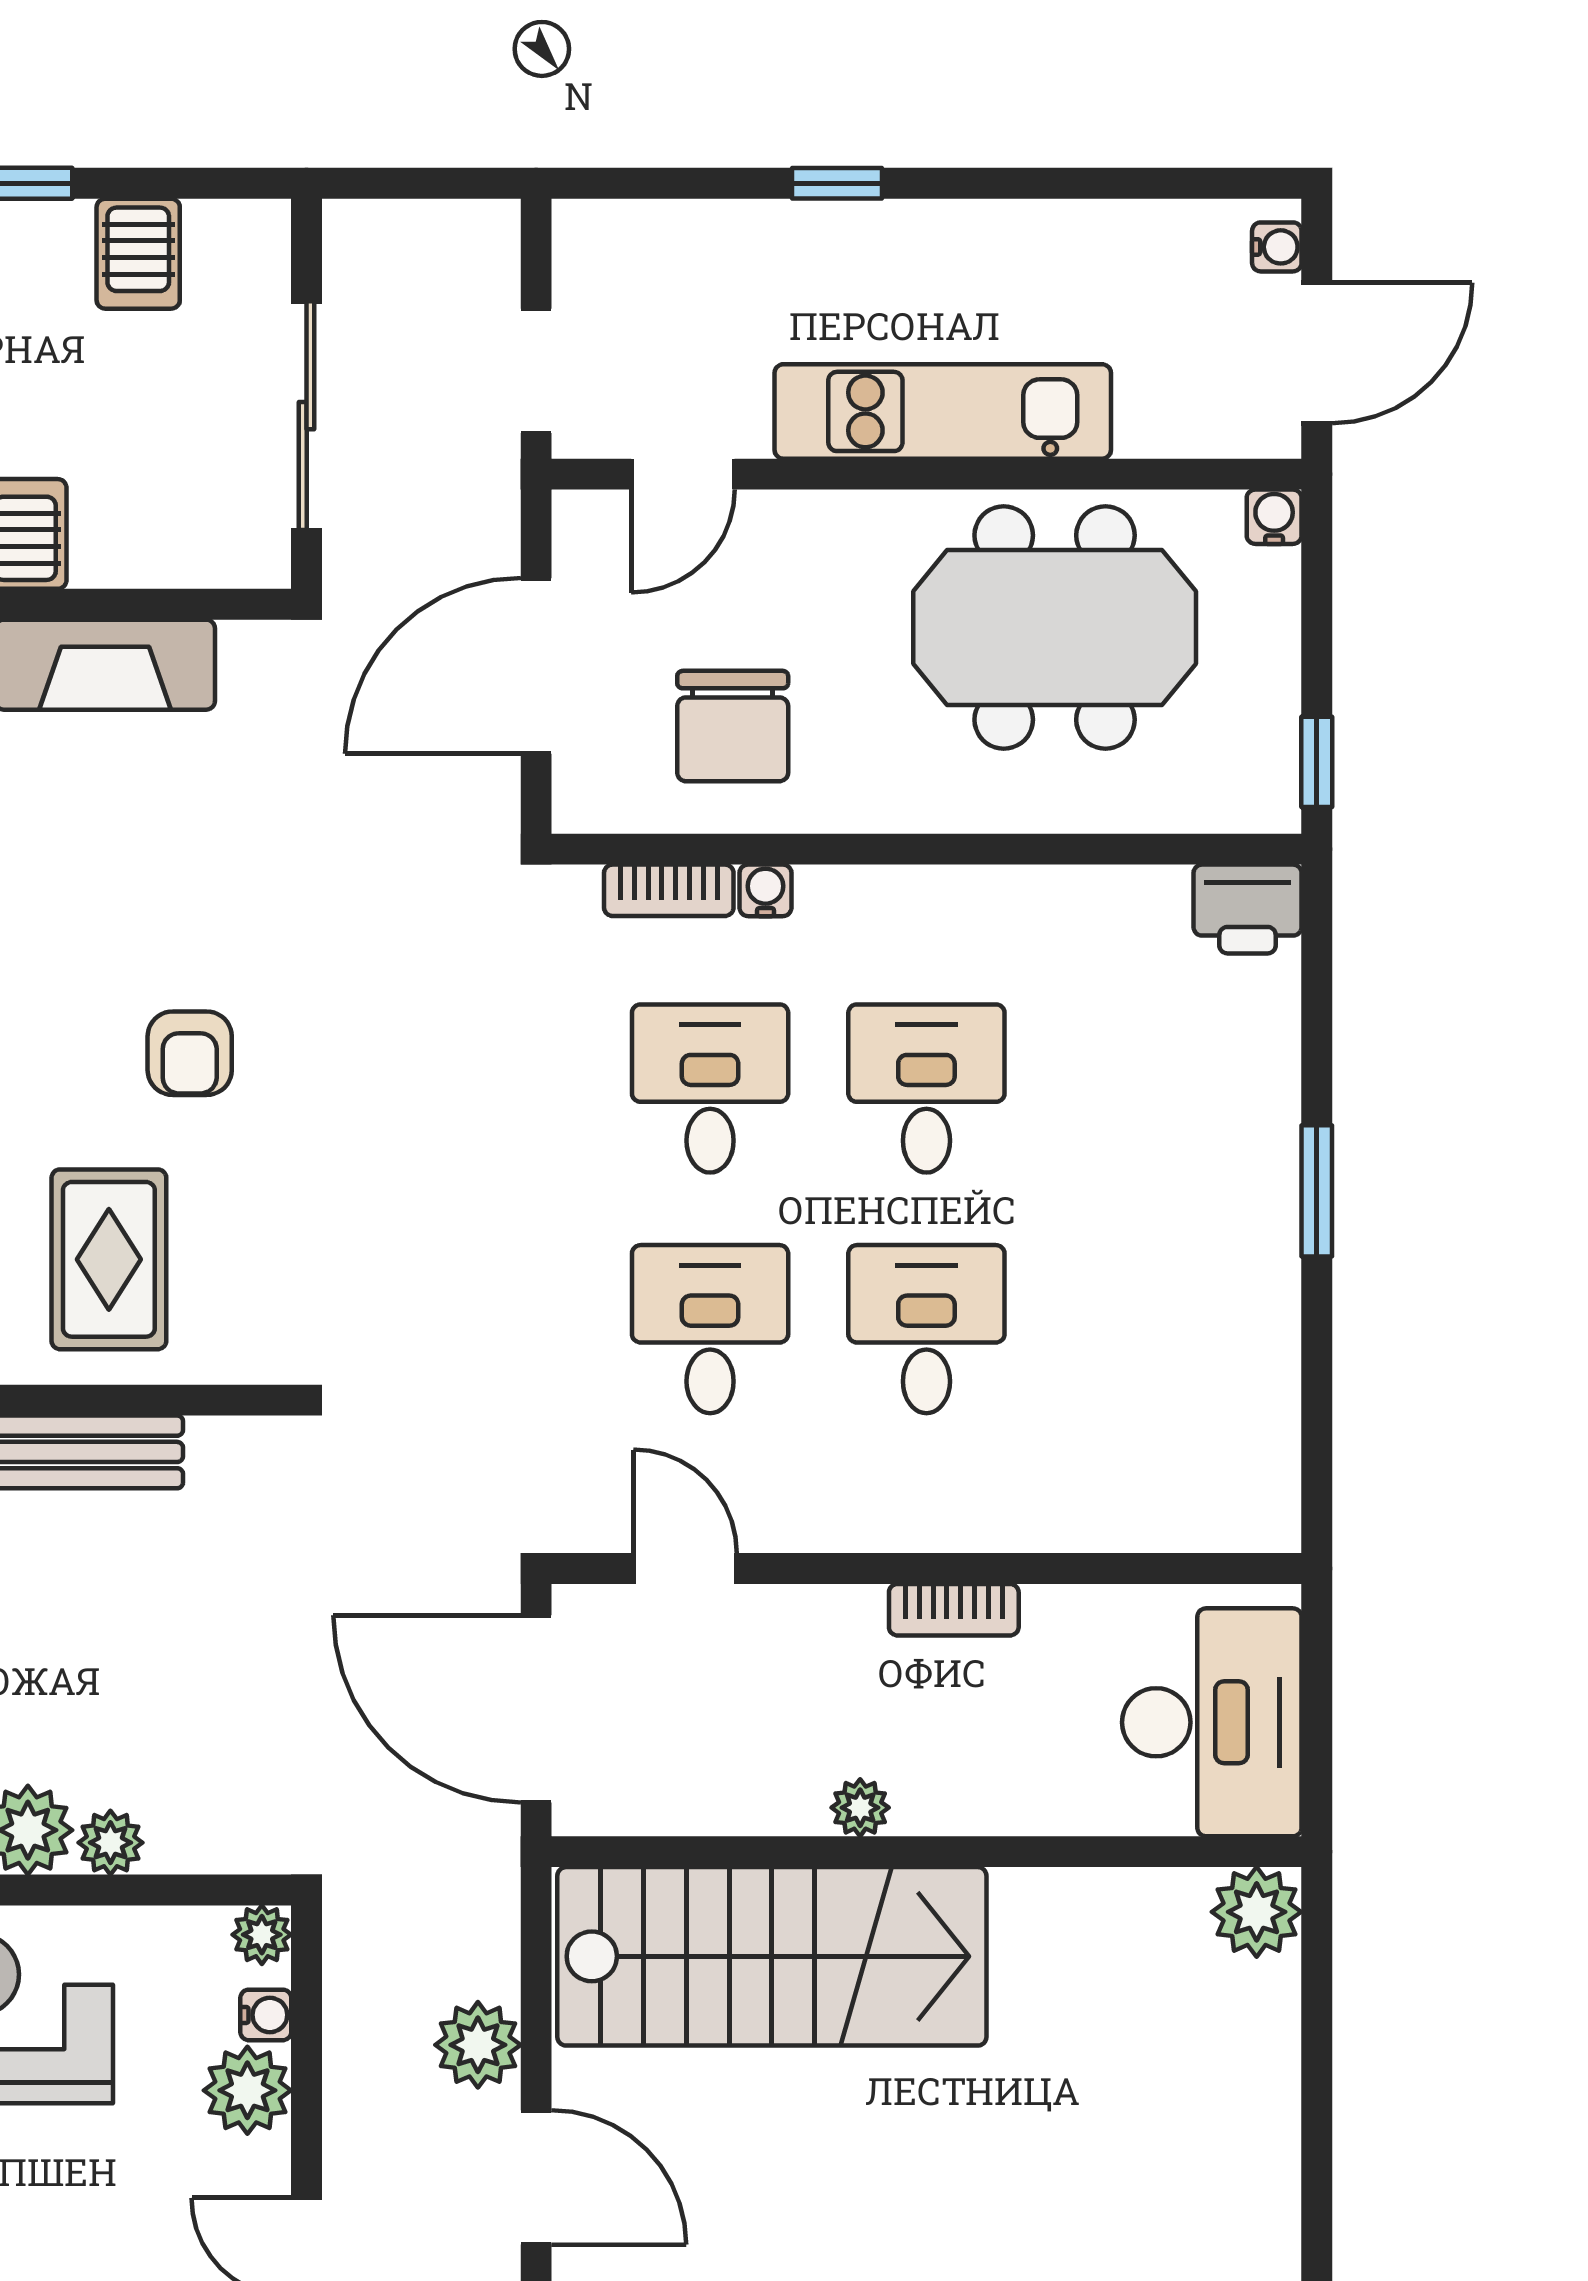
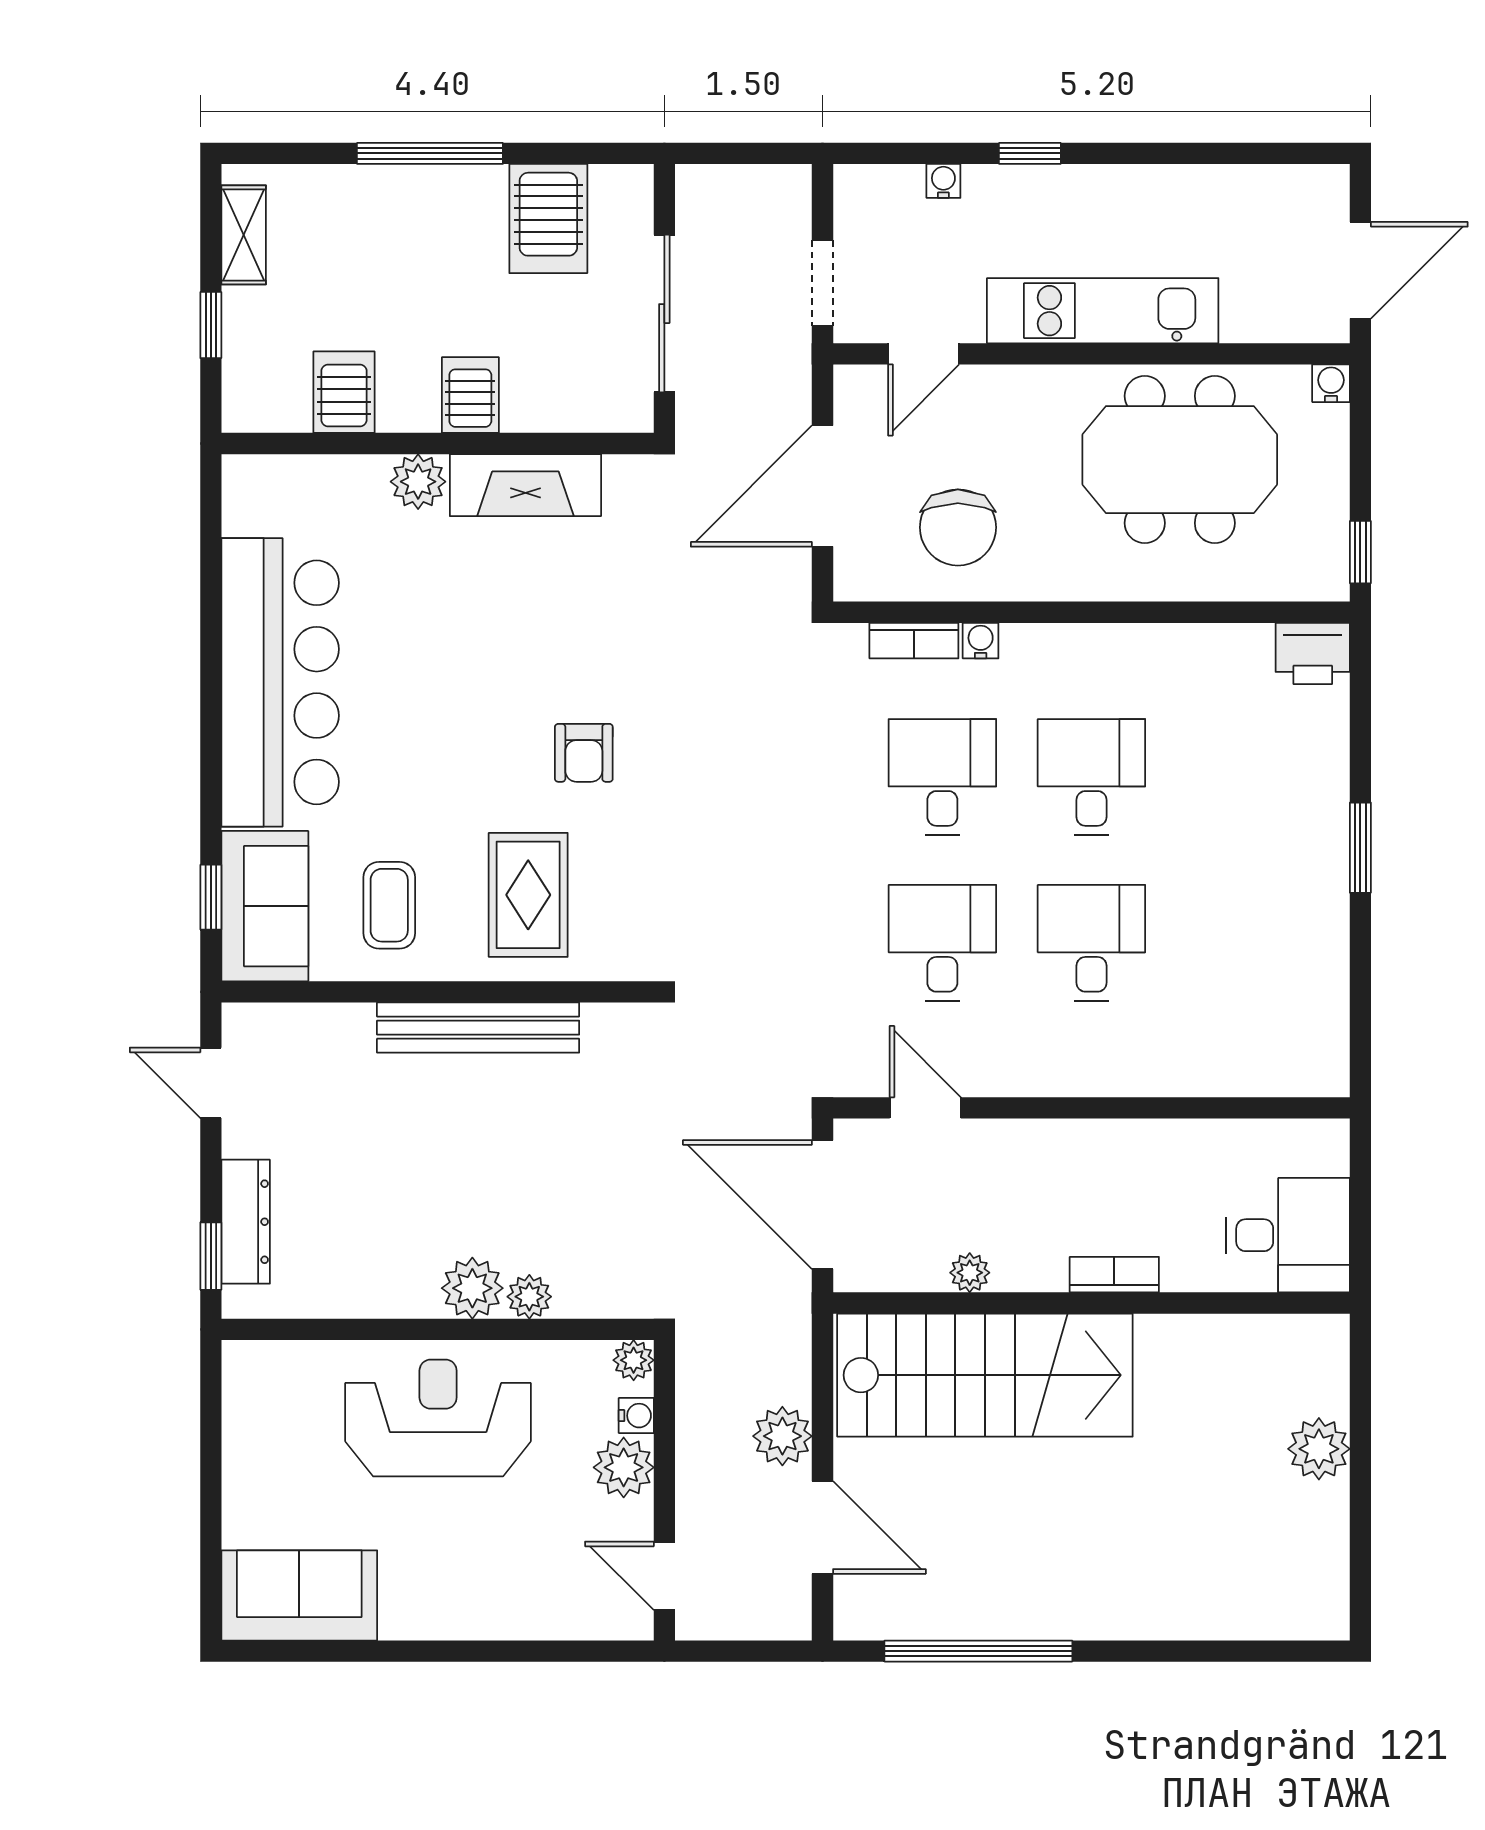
water cooler: (1277, 247) -> (943, 181), moved, turned -90
server rack: (138, 254) -> (548, 219), width x1.36, depth x1.44
bookcase: (954, 1610) -> (1114, 1275), moved, turned 180
desk: (1212, 1722) -> (1288, 1235), width x0.73
plant: (860, 1808) -> (970, 1273), moved
plant: (1257, 1912) -> (1319, 1449), moved

